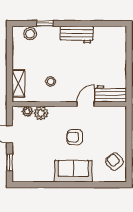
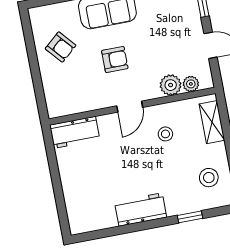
stool: (30, 34) -> (209, 178), moved
door: (86, 104) -> (130, 107), moved
armchair: (114, 162) -> (61, 47), moved

